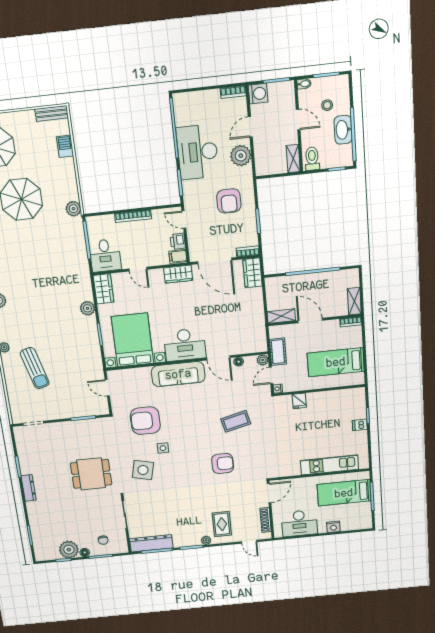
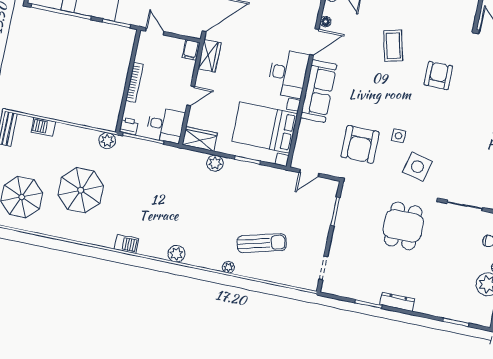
door: (184, 220) -> (155, 31), swing flipped
printer: (178, 241) -> (129, 126), moved, turned 180

